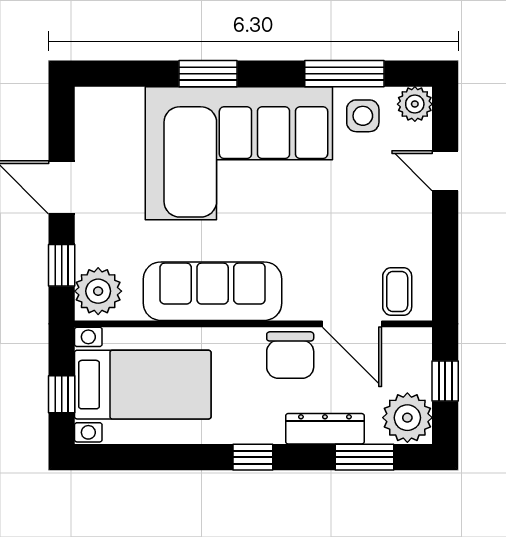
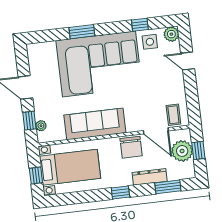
window: (344, 74) -> (140, 25), width x0.46
plant: (98, 291) -> (41, 126), width x0.53, depth x0.53
plant: (407, 418) -> (182, 151), moved

